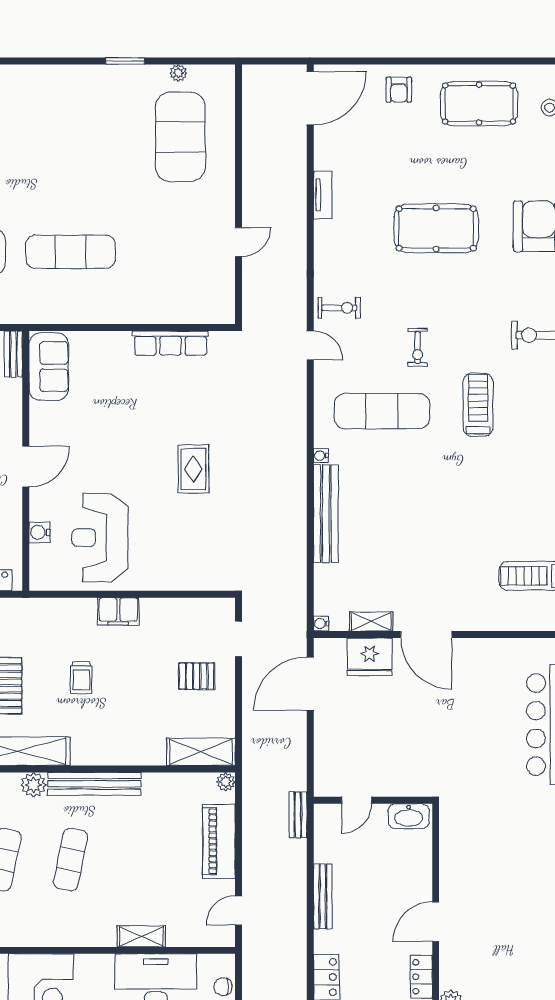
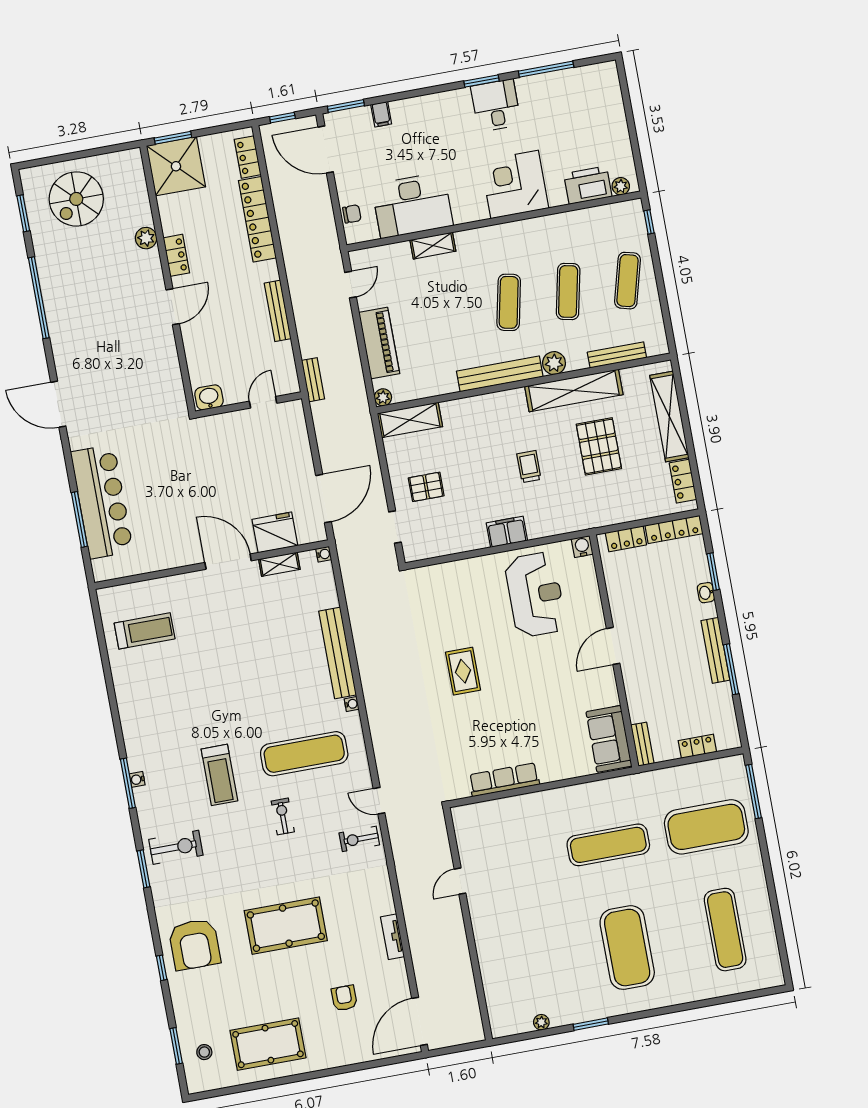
armchair: (399, 90) -> (344, 998), moved
exercise mat: (180, 137) -> (627, 948), moved
water cooler: (39, 532) -> (582, 547), moved, turned -90
washbasin: (409, 816) -> (209, 397), width x0.72

